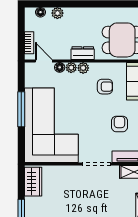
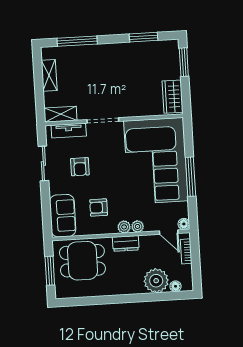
plant: (57, 13) -> (156, 281), width x1.88, depth x1.88
floor lamp: (60, 67) -> (184, 224), moved

